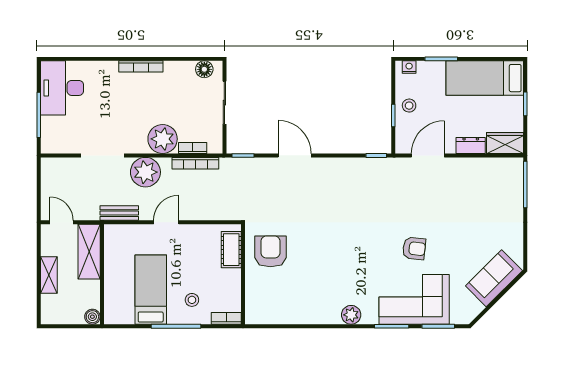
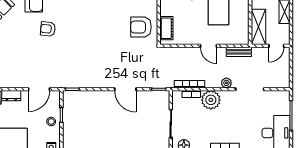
plant: (145, 172) -> (226, 83), width x0.53, depth x0.53
door: (61, 222) -> (276, 46), hinge flipped
door: (166, 222) -> (209, 46), hinge flipped
armchair: (270, 251) -> (141, 27), turned 90

